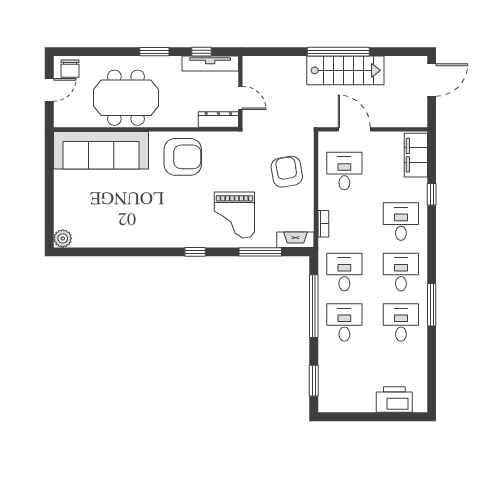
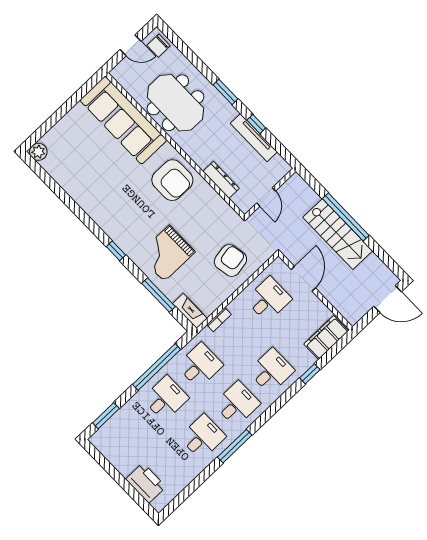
wall: (240, 92) -> (270, 193), moved
door: (240, 98) -> (266, 197), moved

